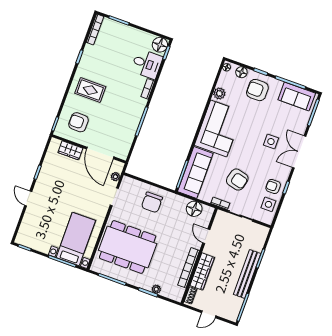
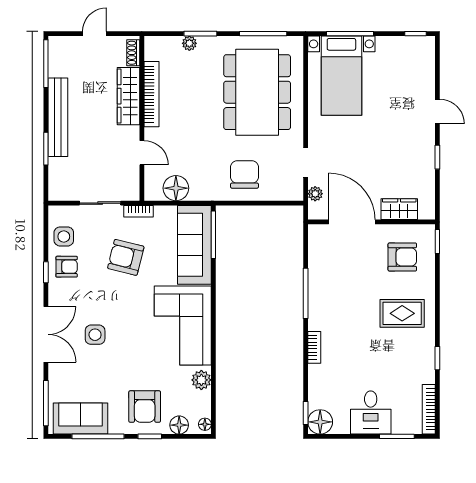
desk: (147, 64) -> (371, 413), moved, turned -90
armchair: (257, 90) -> (145, 407), turned 90
dining table: (128, 247) -> (257, 92), turned 90

